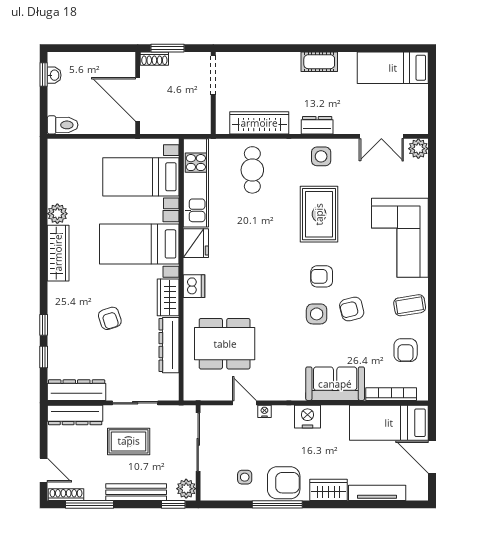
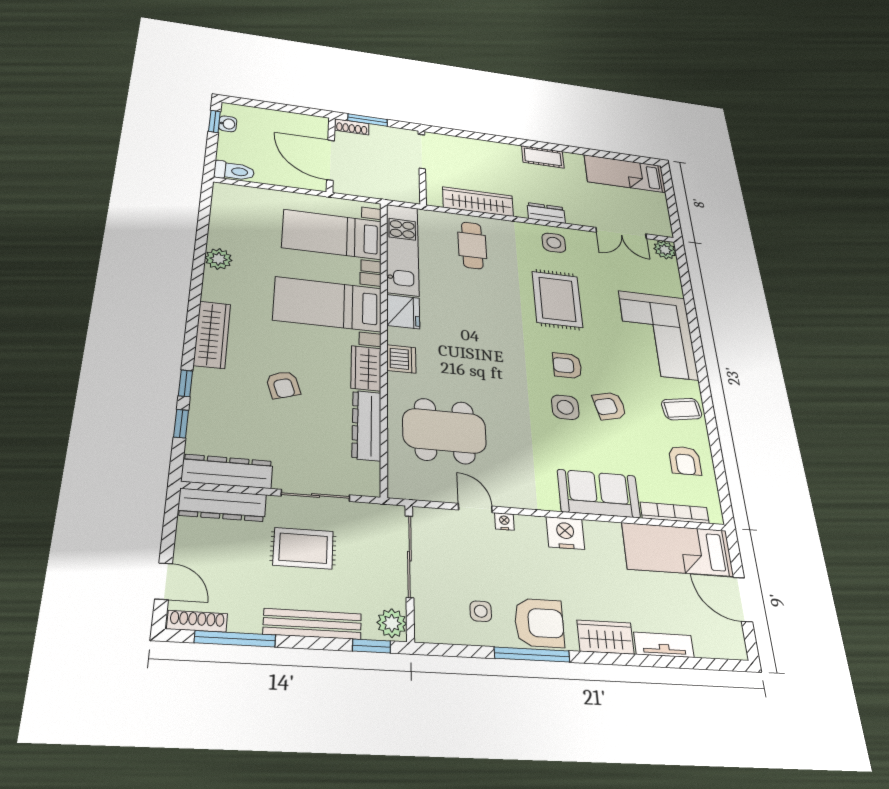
wardrobe: (58, 253) -> (212, 335), moved
tv unit: (377, 493) -> (664, 645), width x0.71

